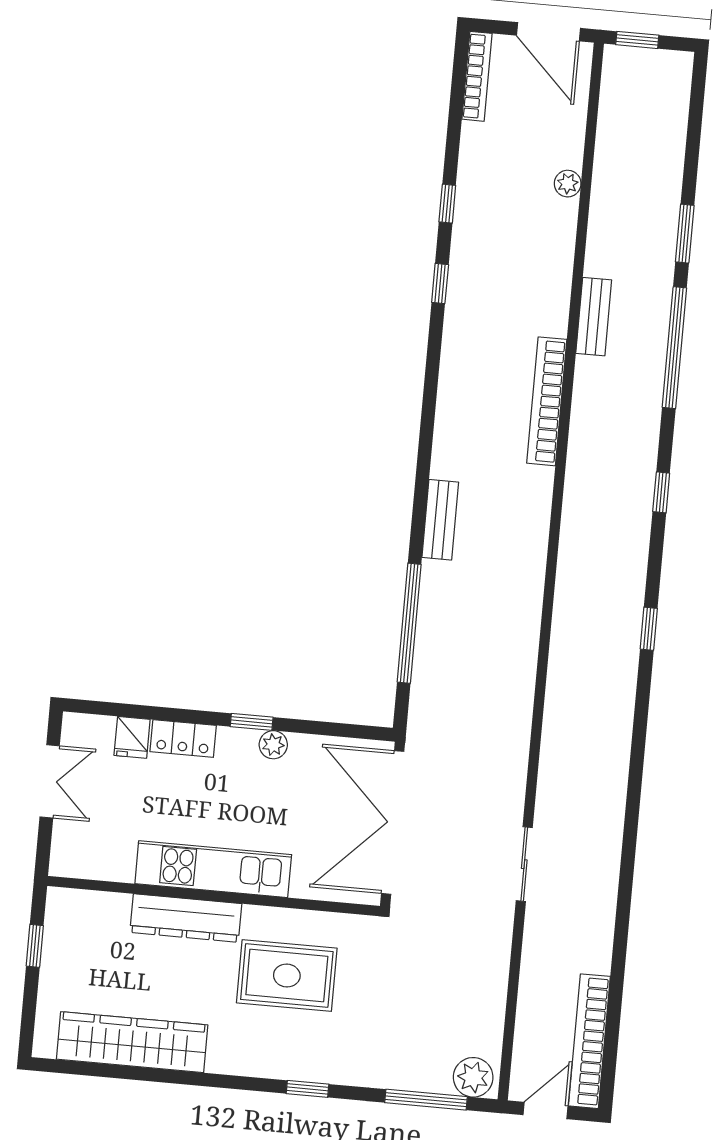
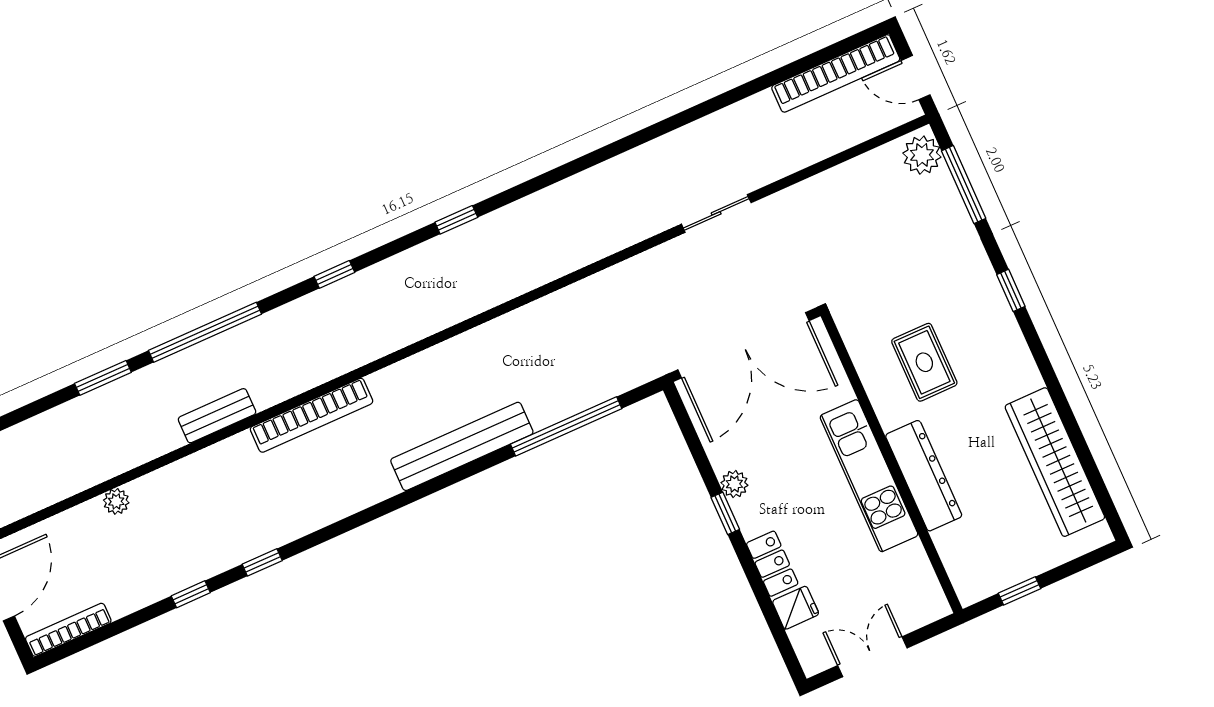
bench: (440, 520) -> (462, 446), width x1.86, depth x1.21
rug: (287, 976) -> (924, 362), width x0.73, depth x0.70

